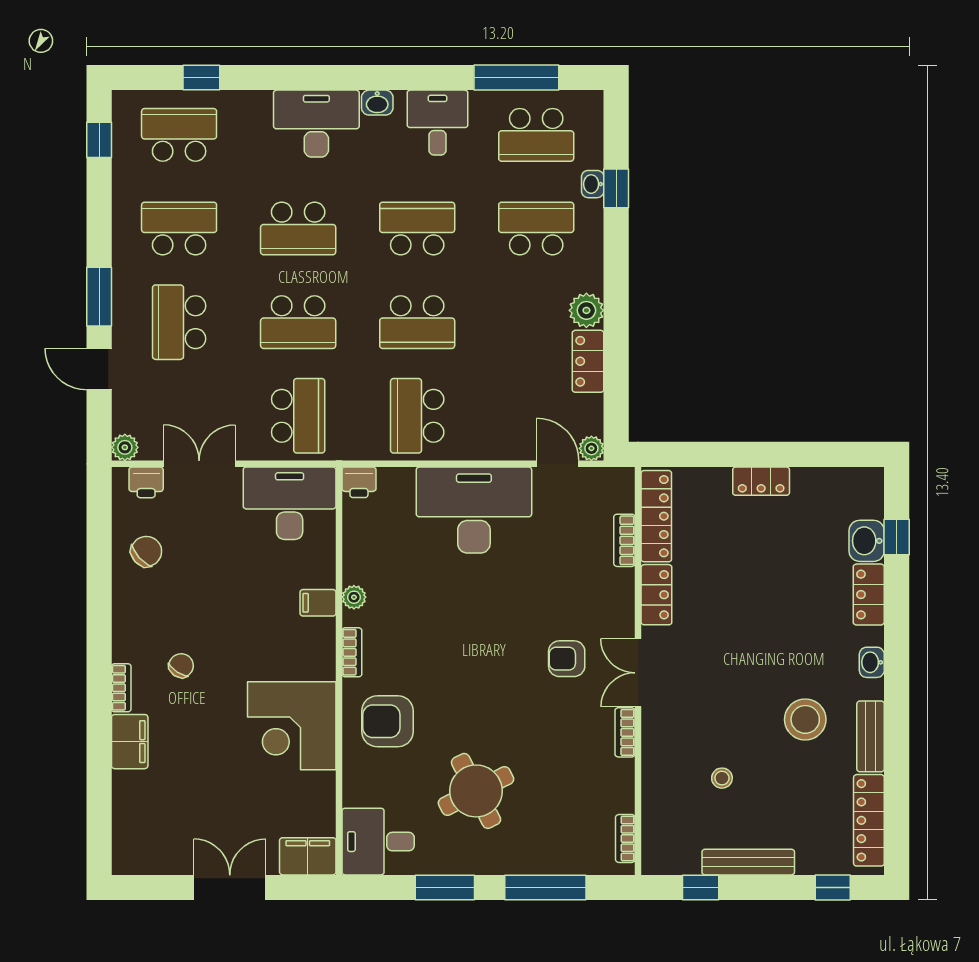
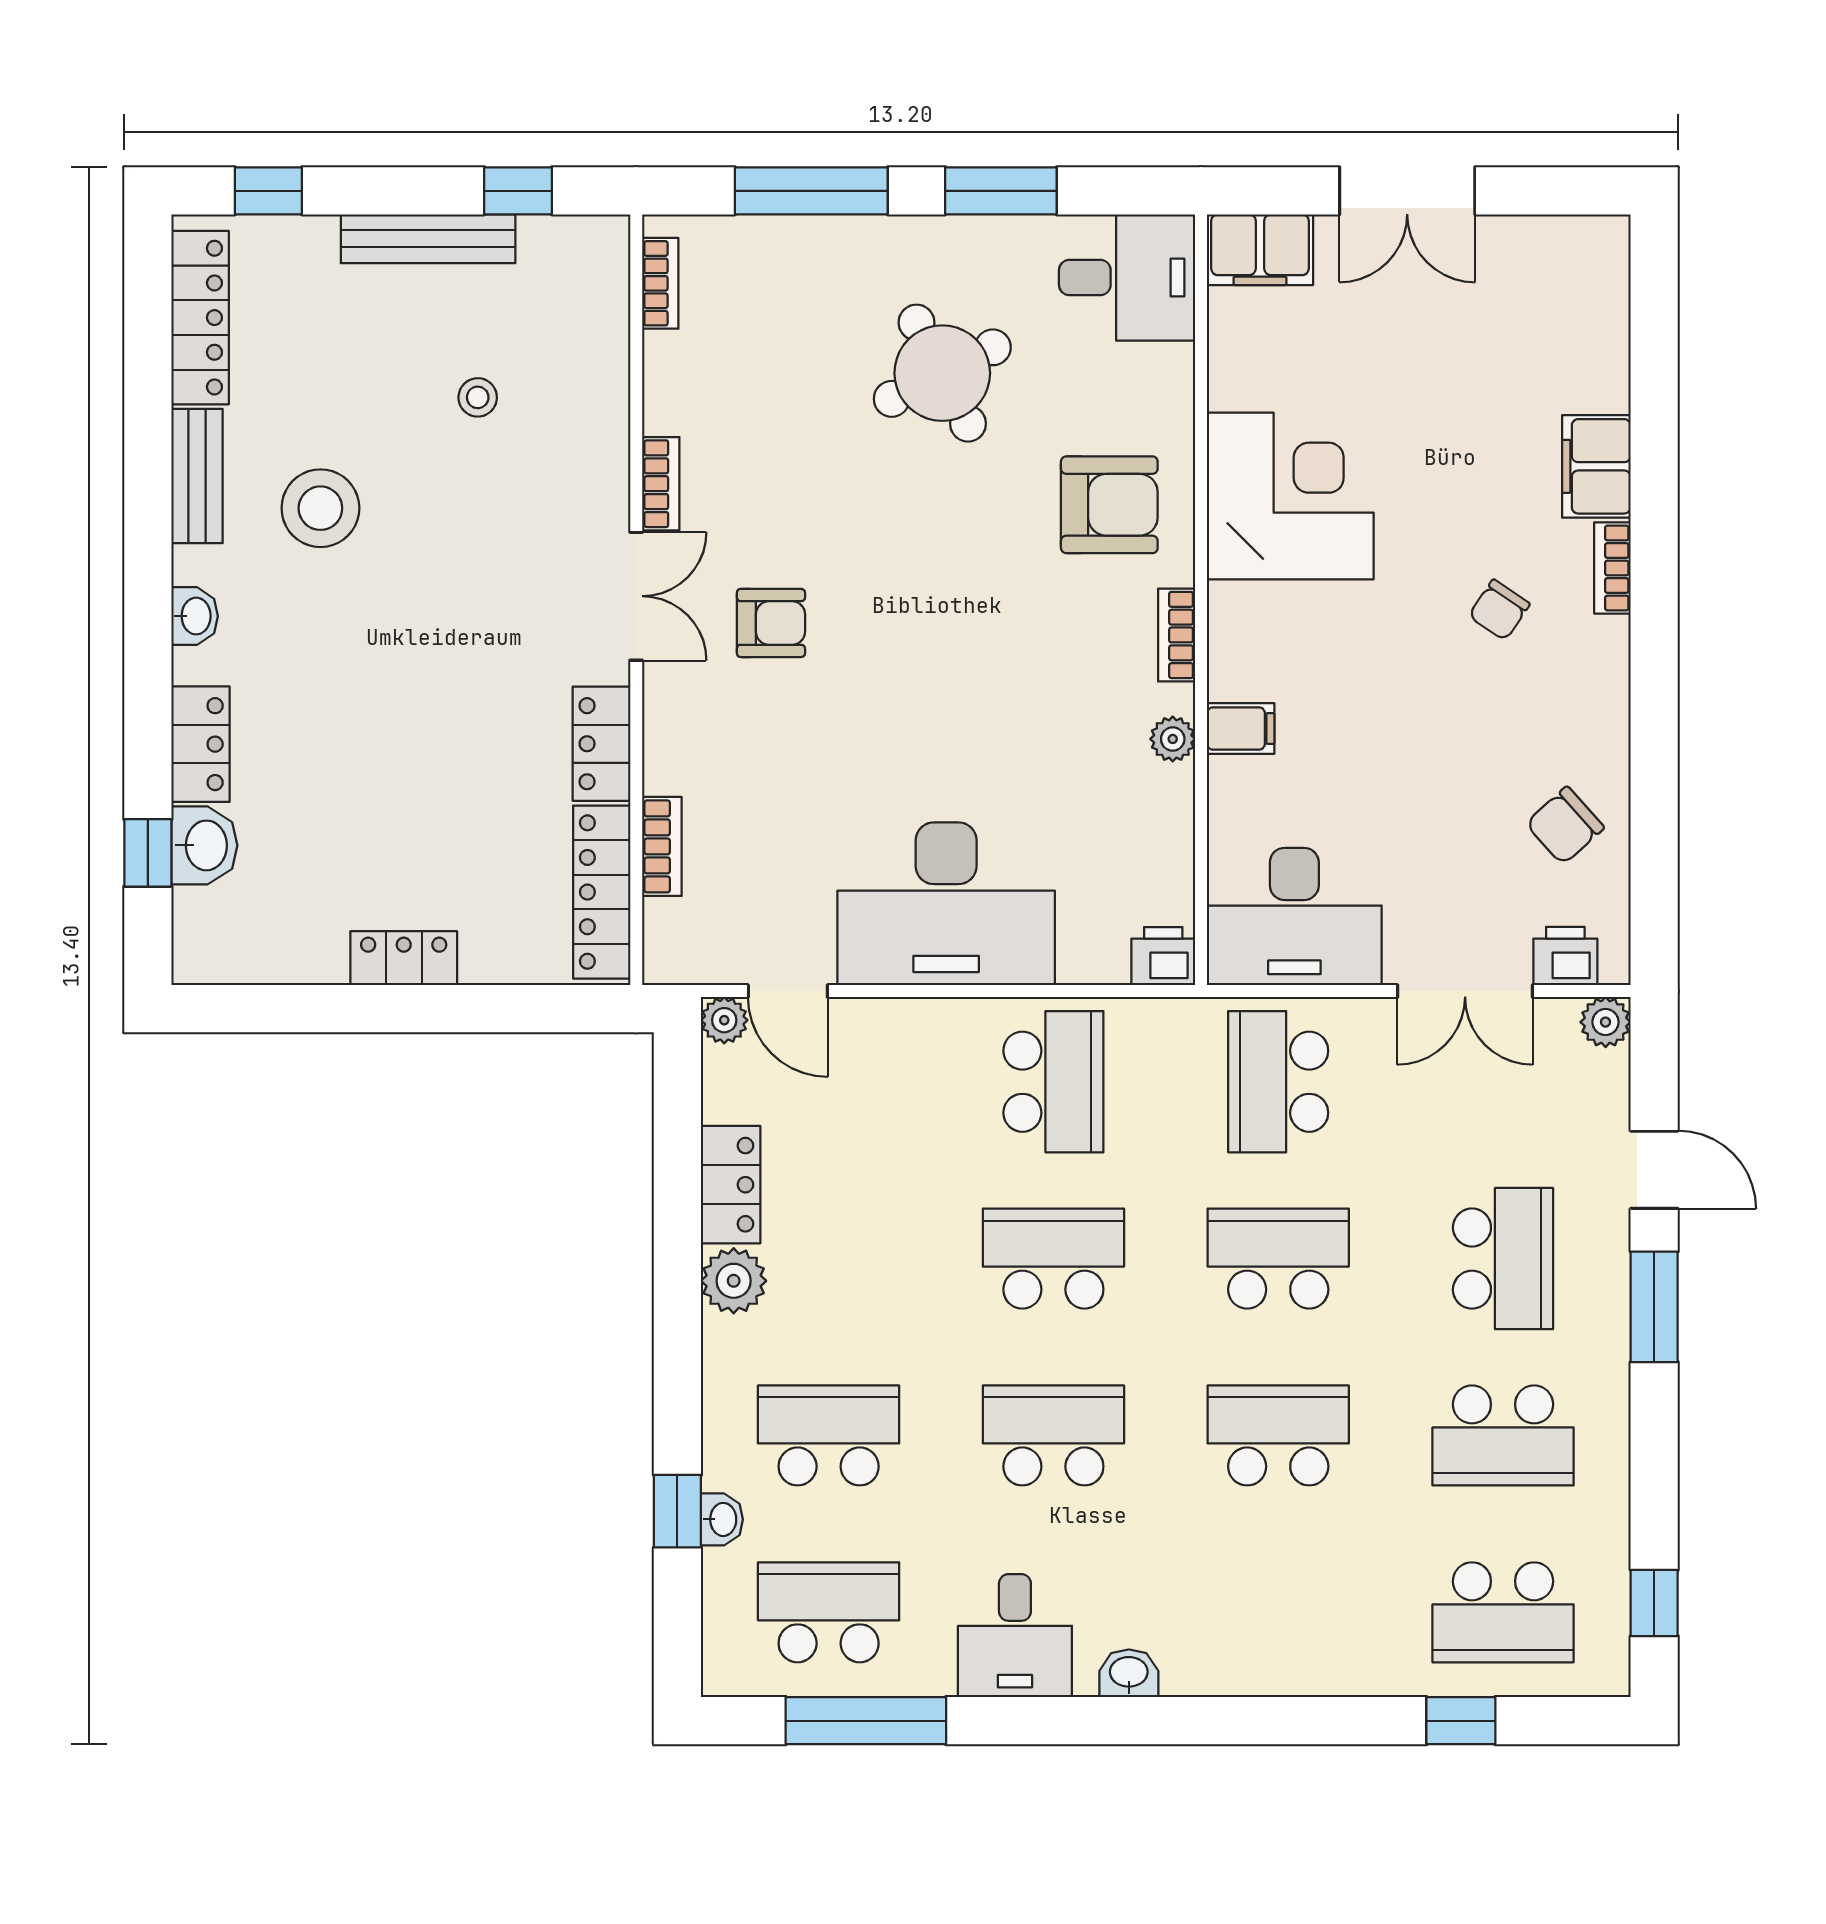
desk: (316, 124) -> (1244, 1634), removed
school desk: (417, 229) -> (1053, 1435), turned 180
school desk: (536, 229) -> (829, 1435), turned 180

